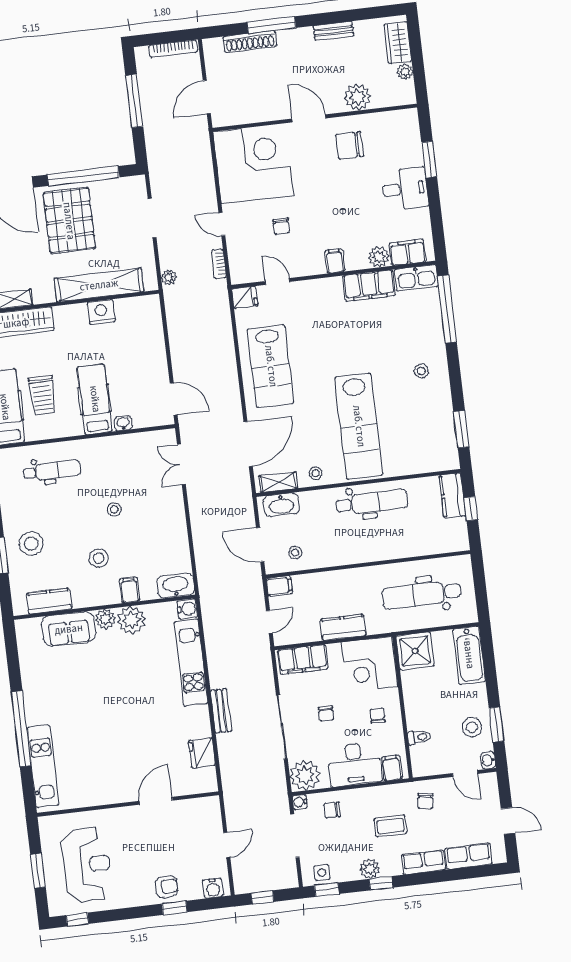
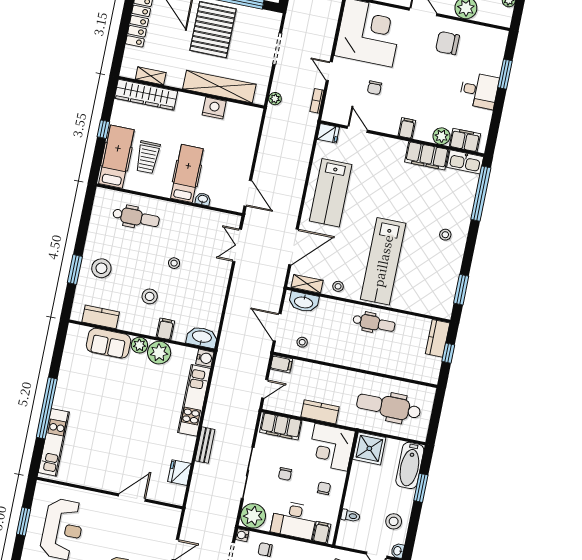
dental chair: (372, 502) -> (374, 323), width x0.73, depth x0.72
window: (497, 724) -> (421, 488), moved

